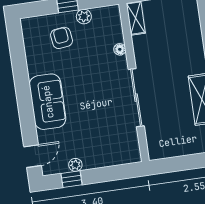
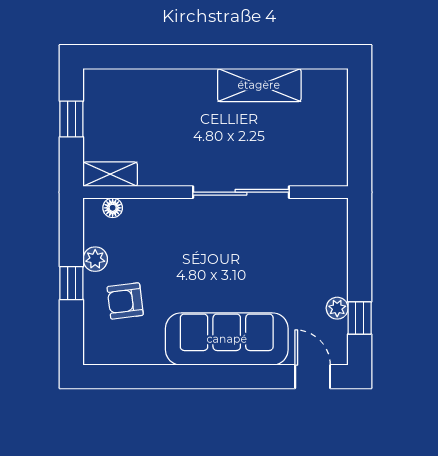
floor lamp: (120, 49) -> (113, 208), moved
sofa: (48, 102) -> (227, 339), width x1.36

